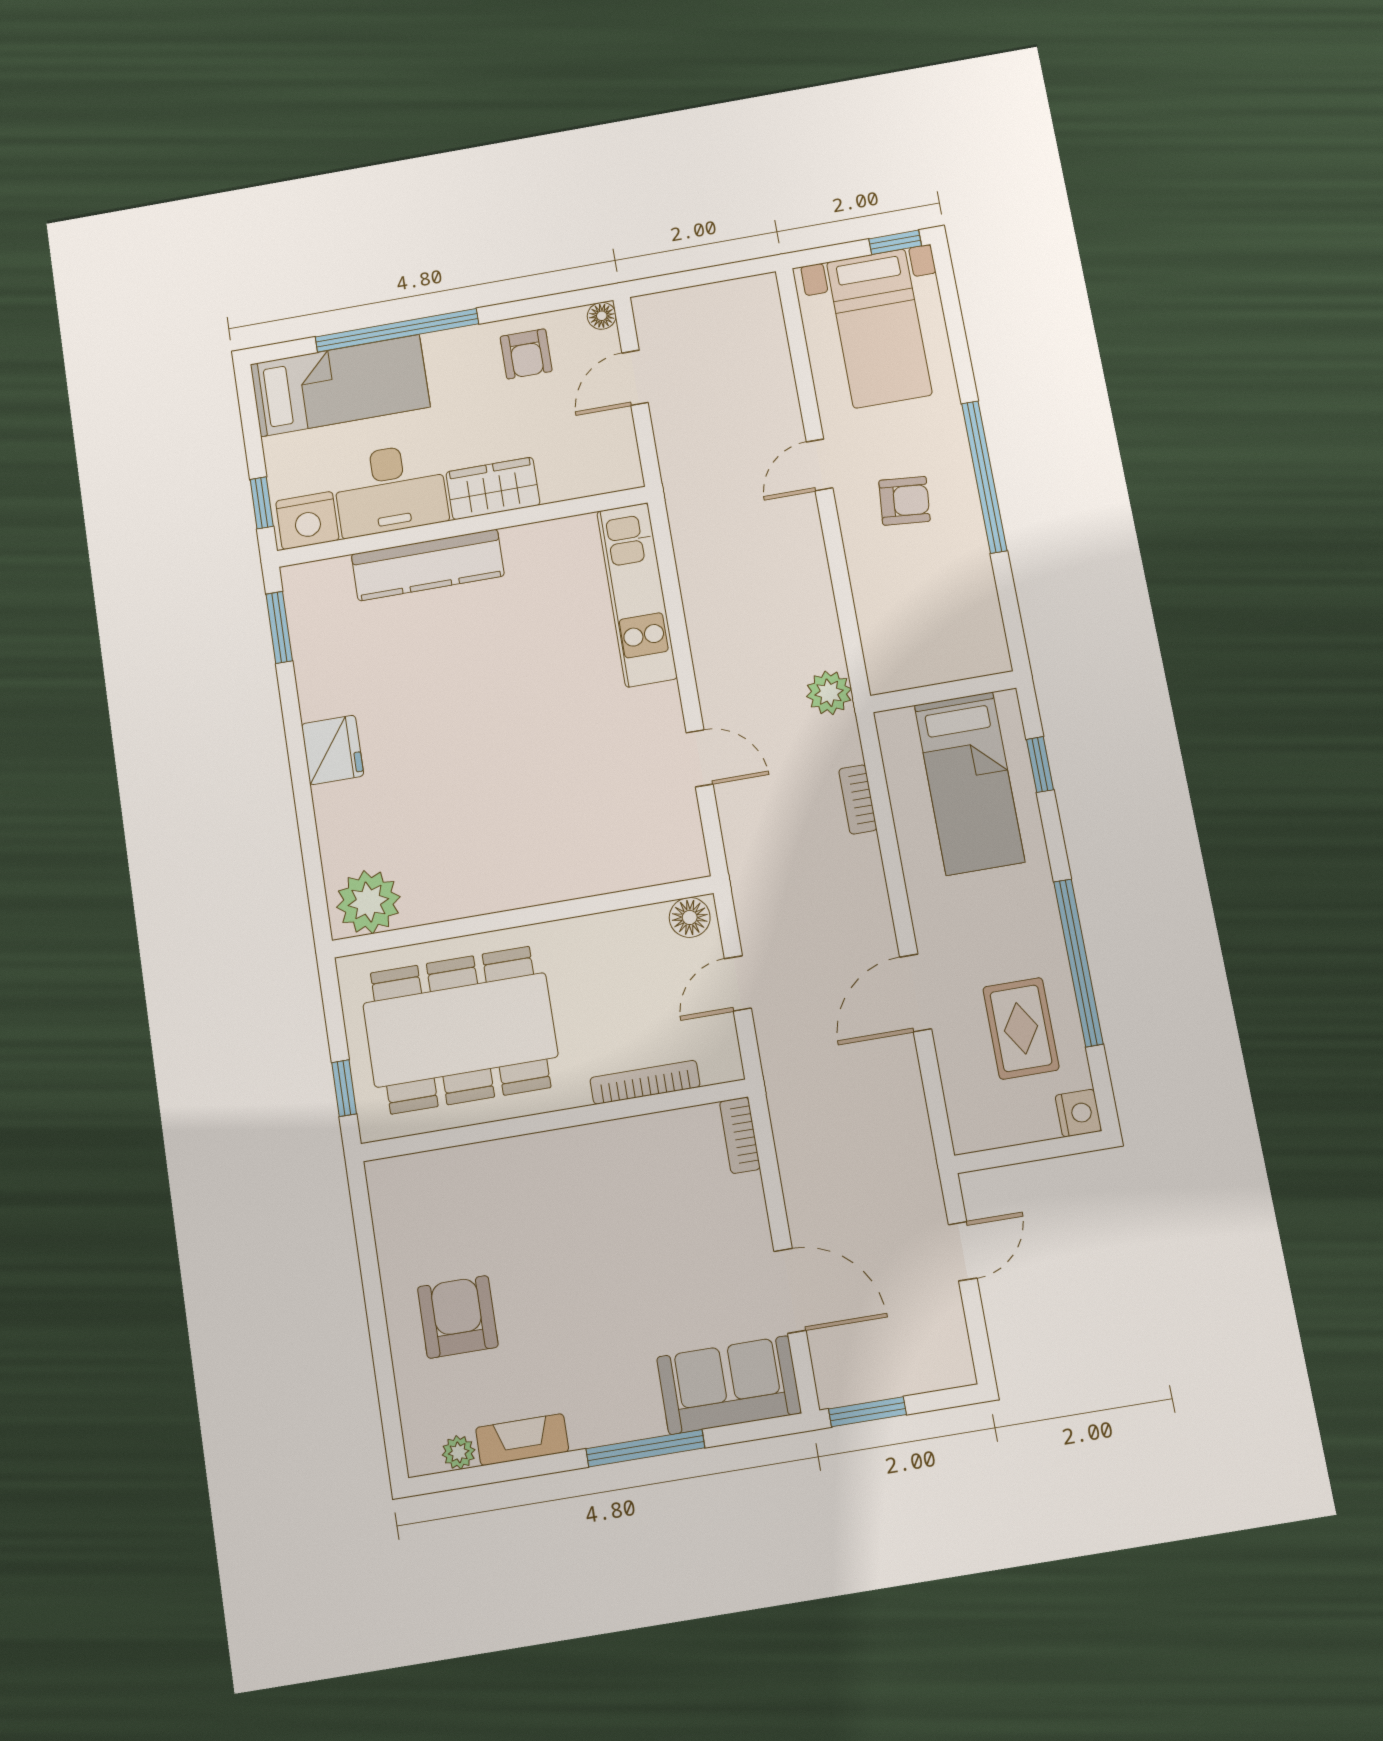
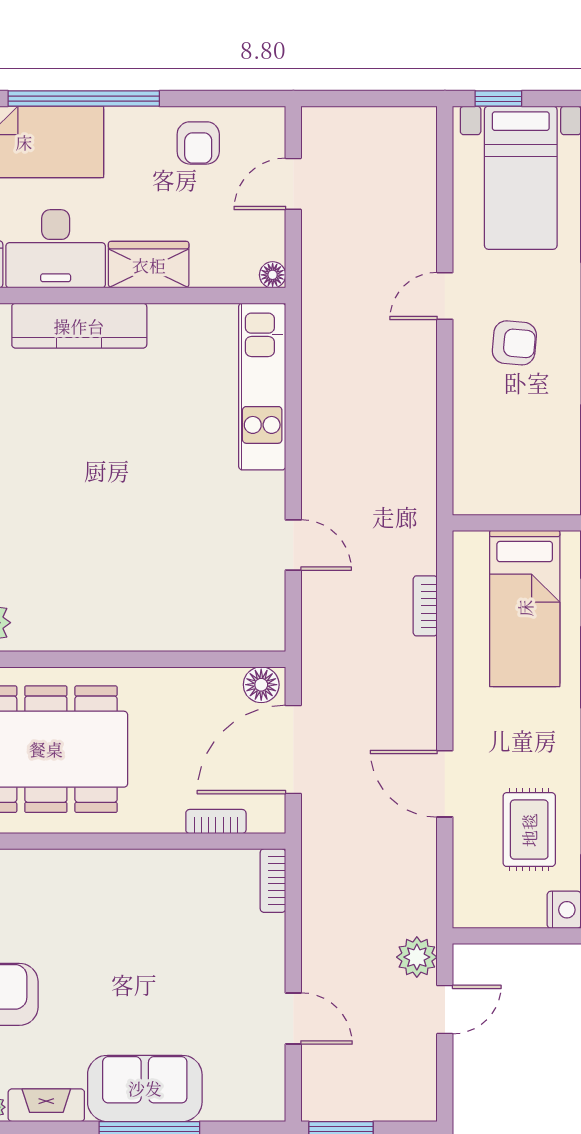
window: (895, 242) -> (498, 99), moved
floor lamp: (602, 316) -> (273, 275), moved
plant: (829, 693) -> (417, 957), moved
door: (738, 983) -> (293, 750), width x1.88
door: (916, 993) -> (445, 784), hinge flipped
bookcase: (645, 1082) -> (216, 822), width x0.64
door: (790, 1291) -> (293, 1019), width x0.73
sofa: (729, 1385) -> (145, 1088), moved

